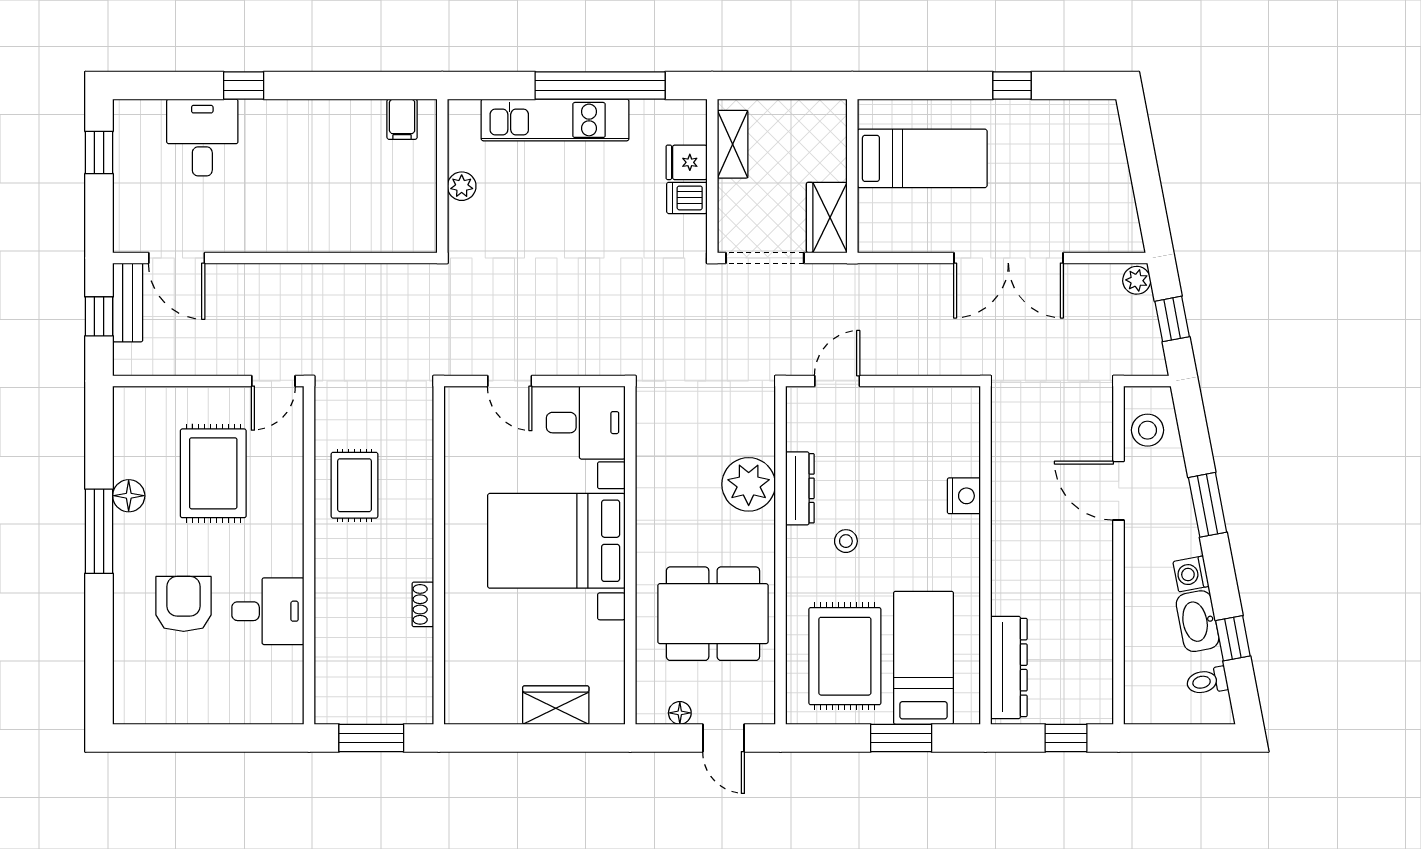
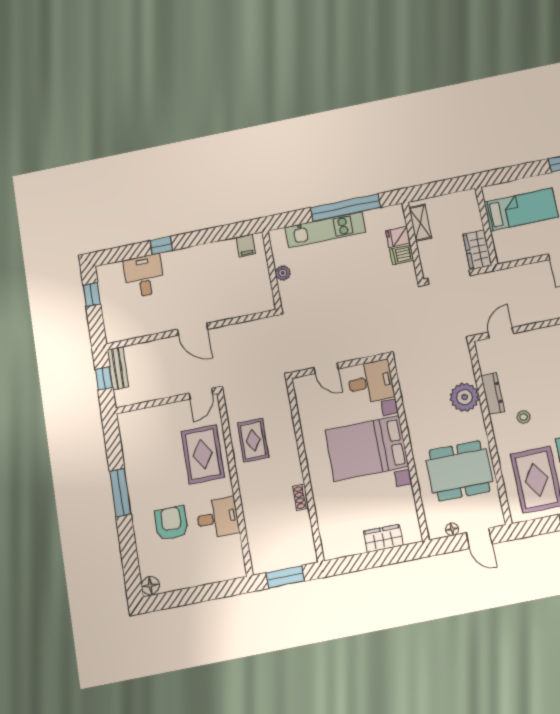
door: (177, 258) -> (193, 329), moved
rug: (213, 473) -> (203, 454), moved
floor lamp: (129, 496) -> (150, 586), moved

